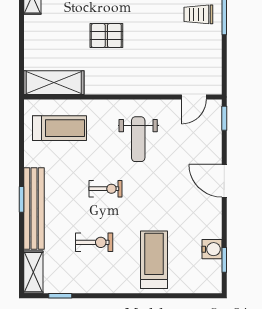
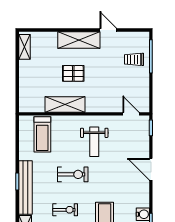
shelving: (54, 83) -> (65, 104), moved
door: (194, 97) -> (131, 114), swing flipped
treadmill: (60, 128) -> (42, 134), turned 90
exercise bike: (105, 189) -> (73, 174), width x1.38, depth x1.39

